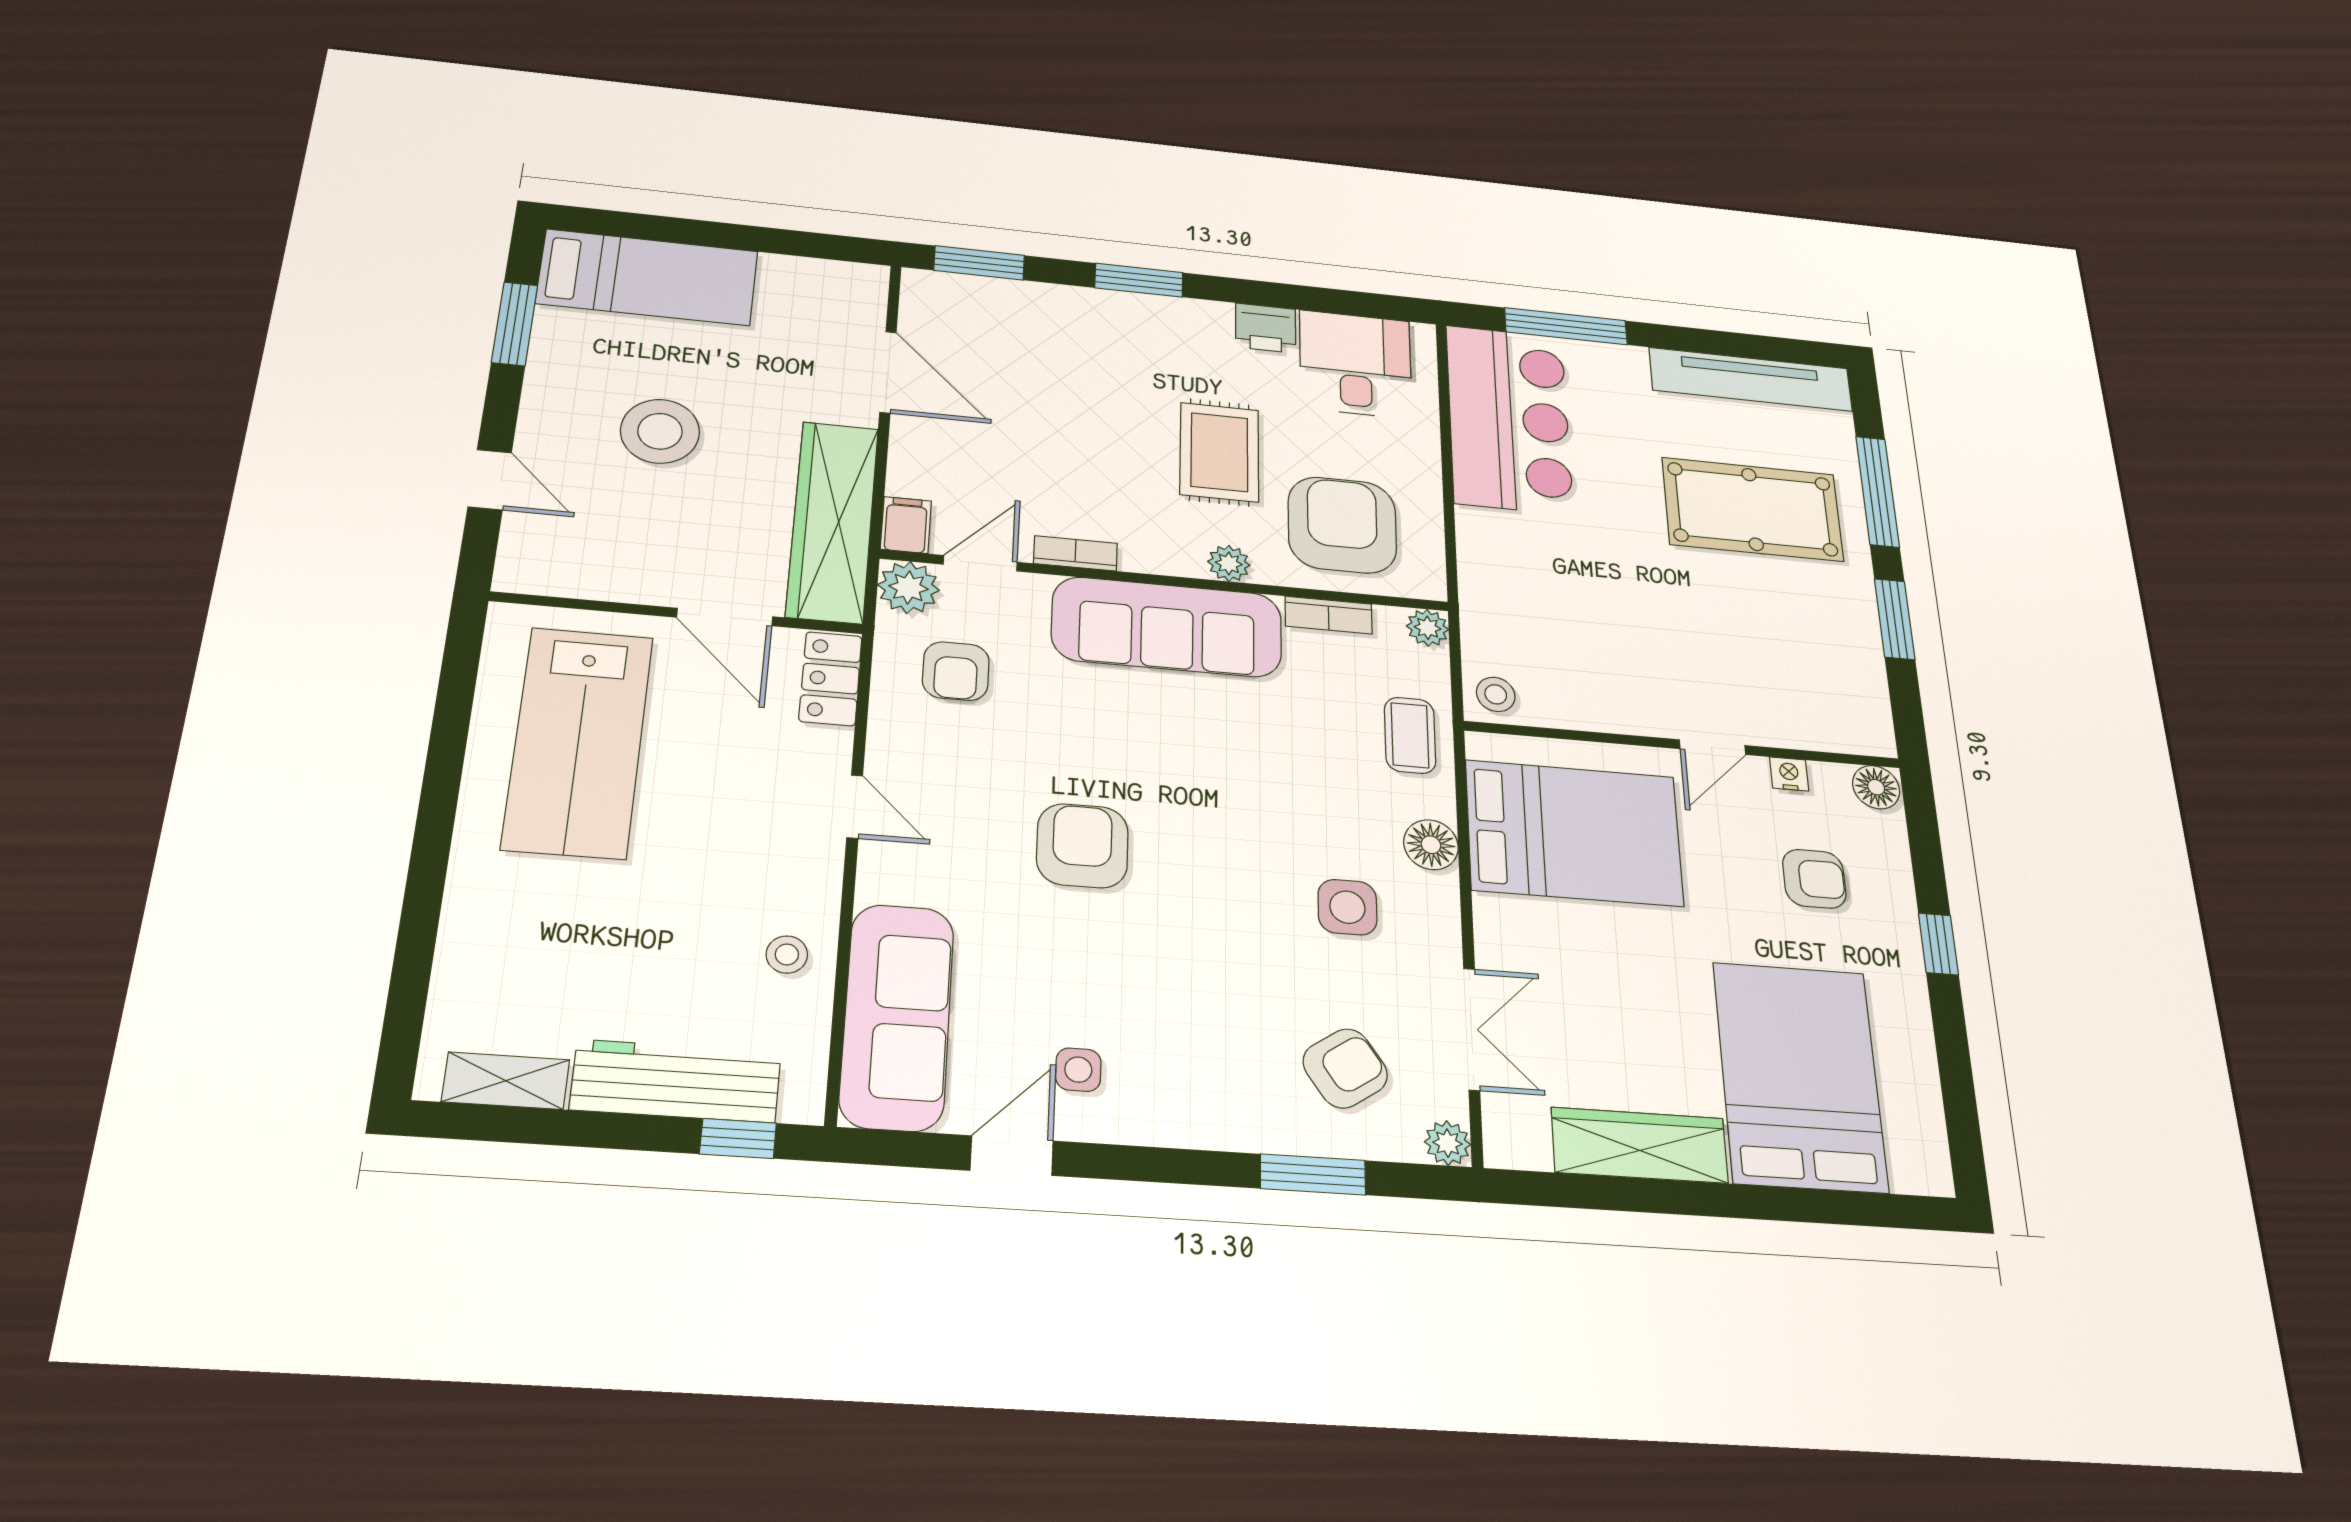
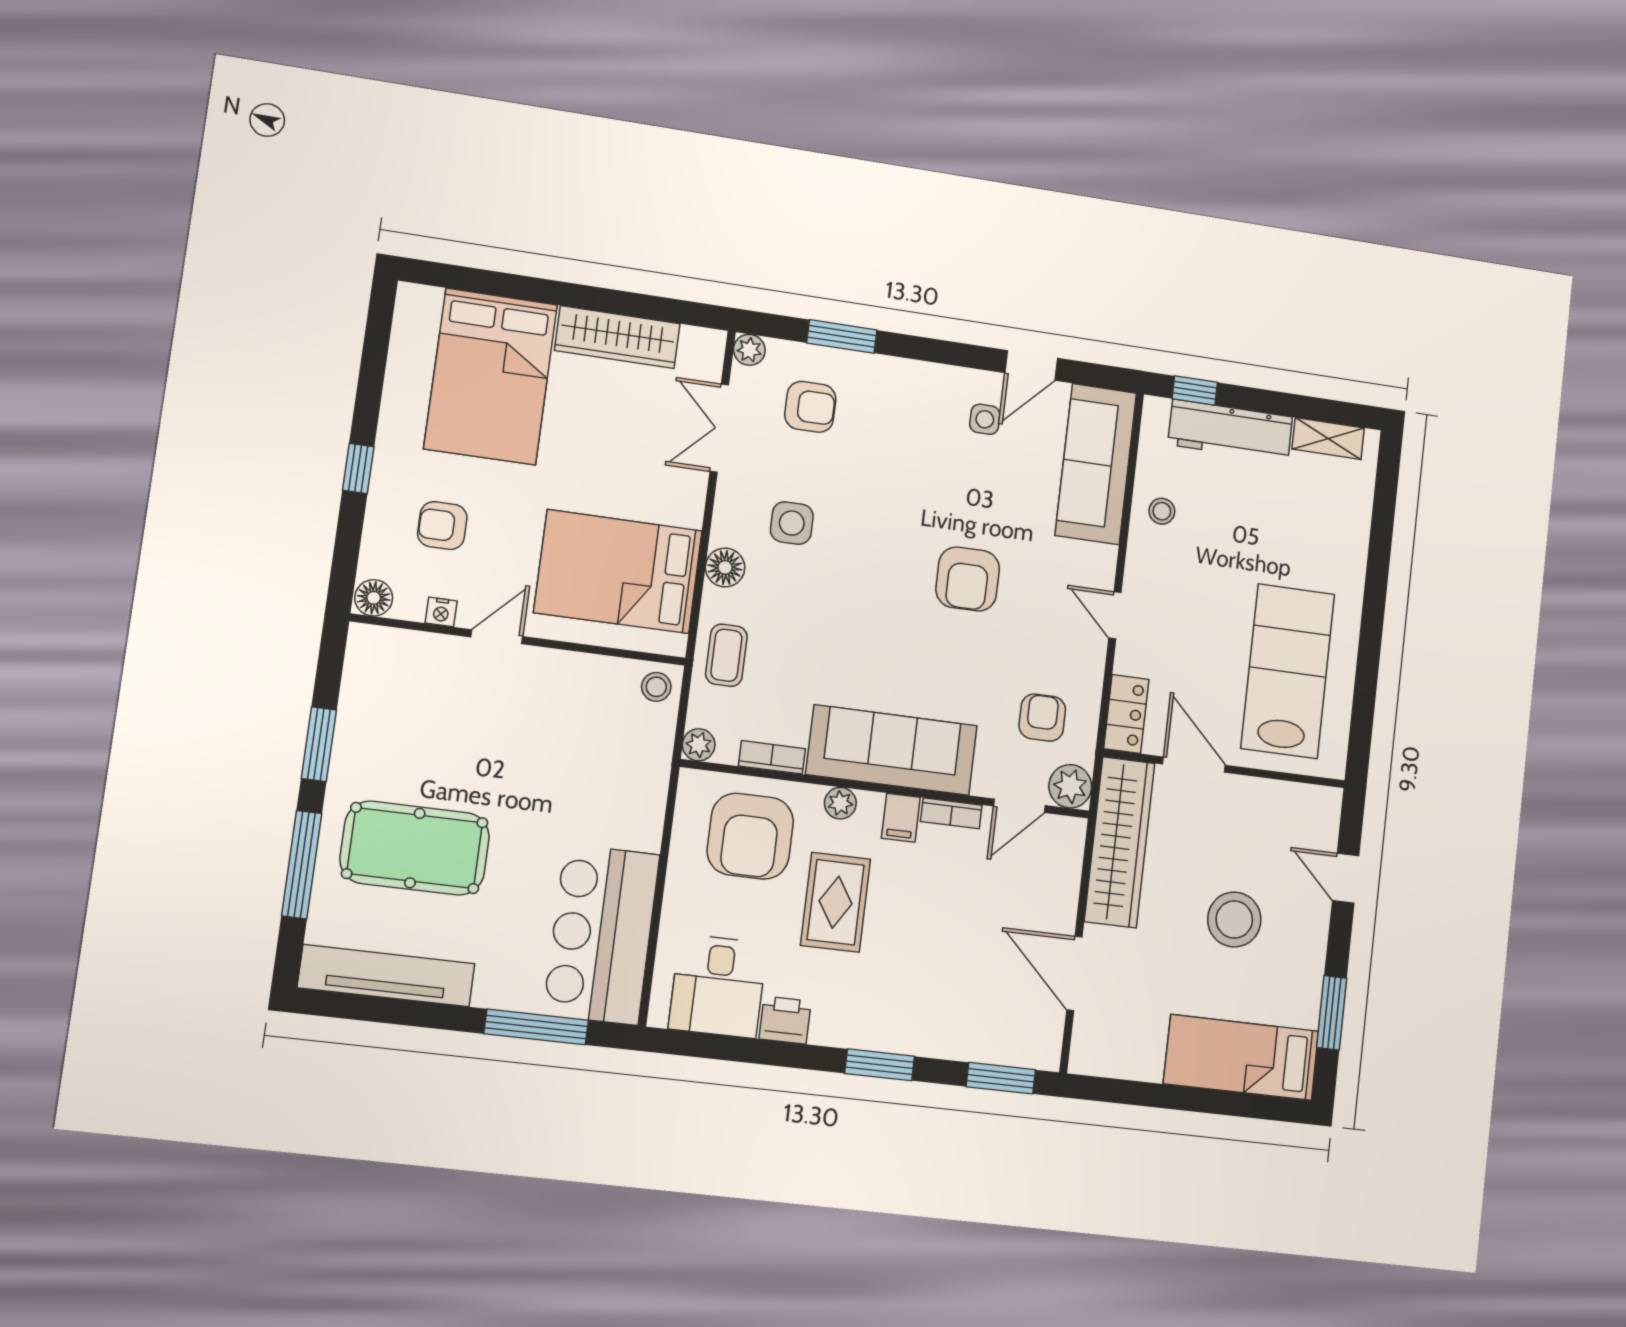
filing cabinet: (906, 525) -> (901, 818), moved
armchair: (1345, 1068) -> (810, 407), turned -146

